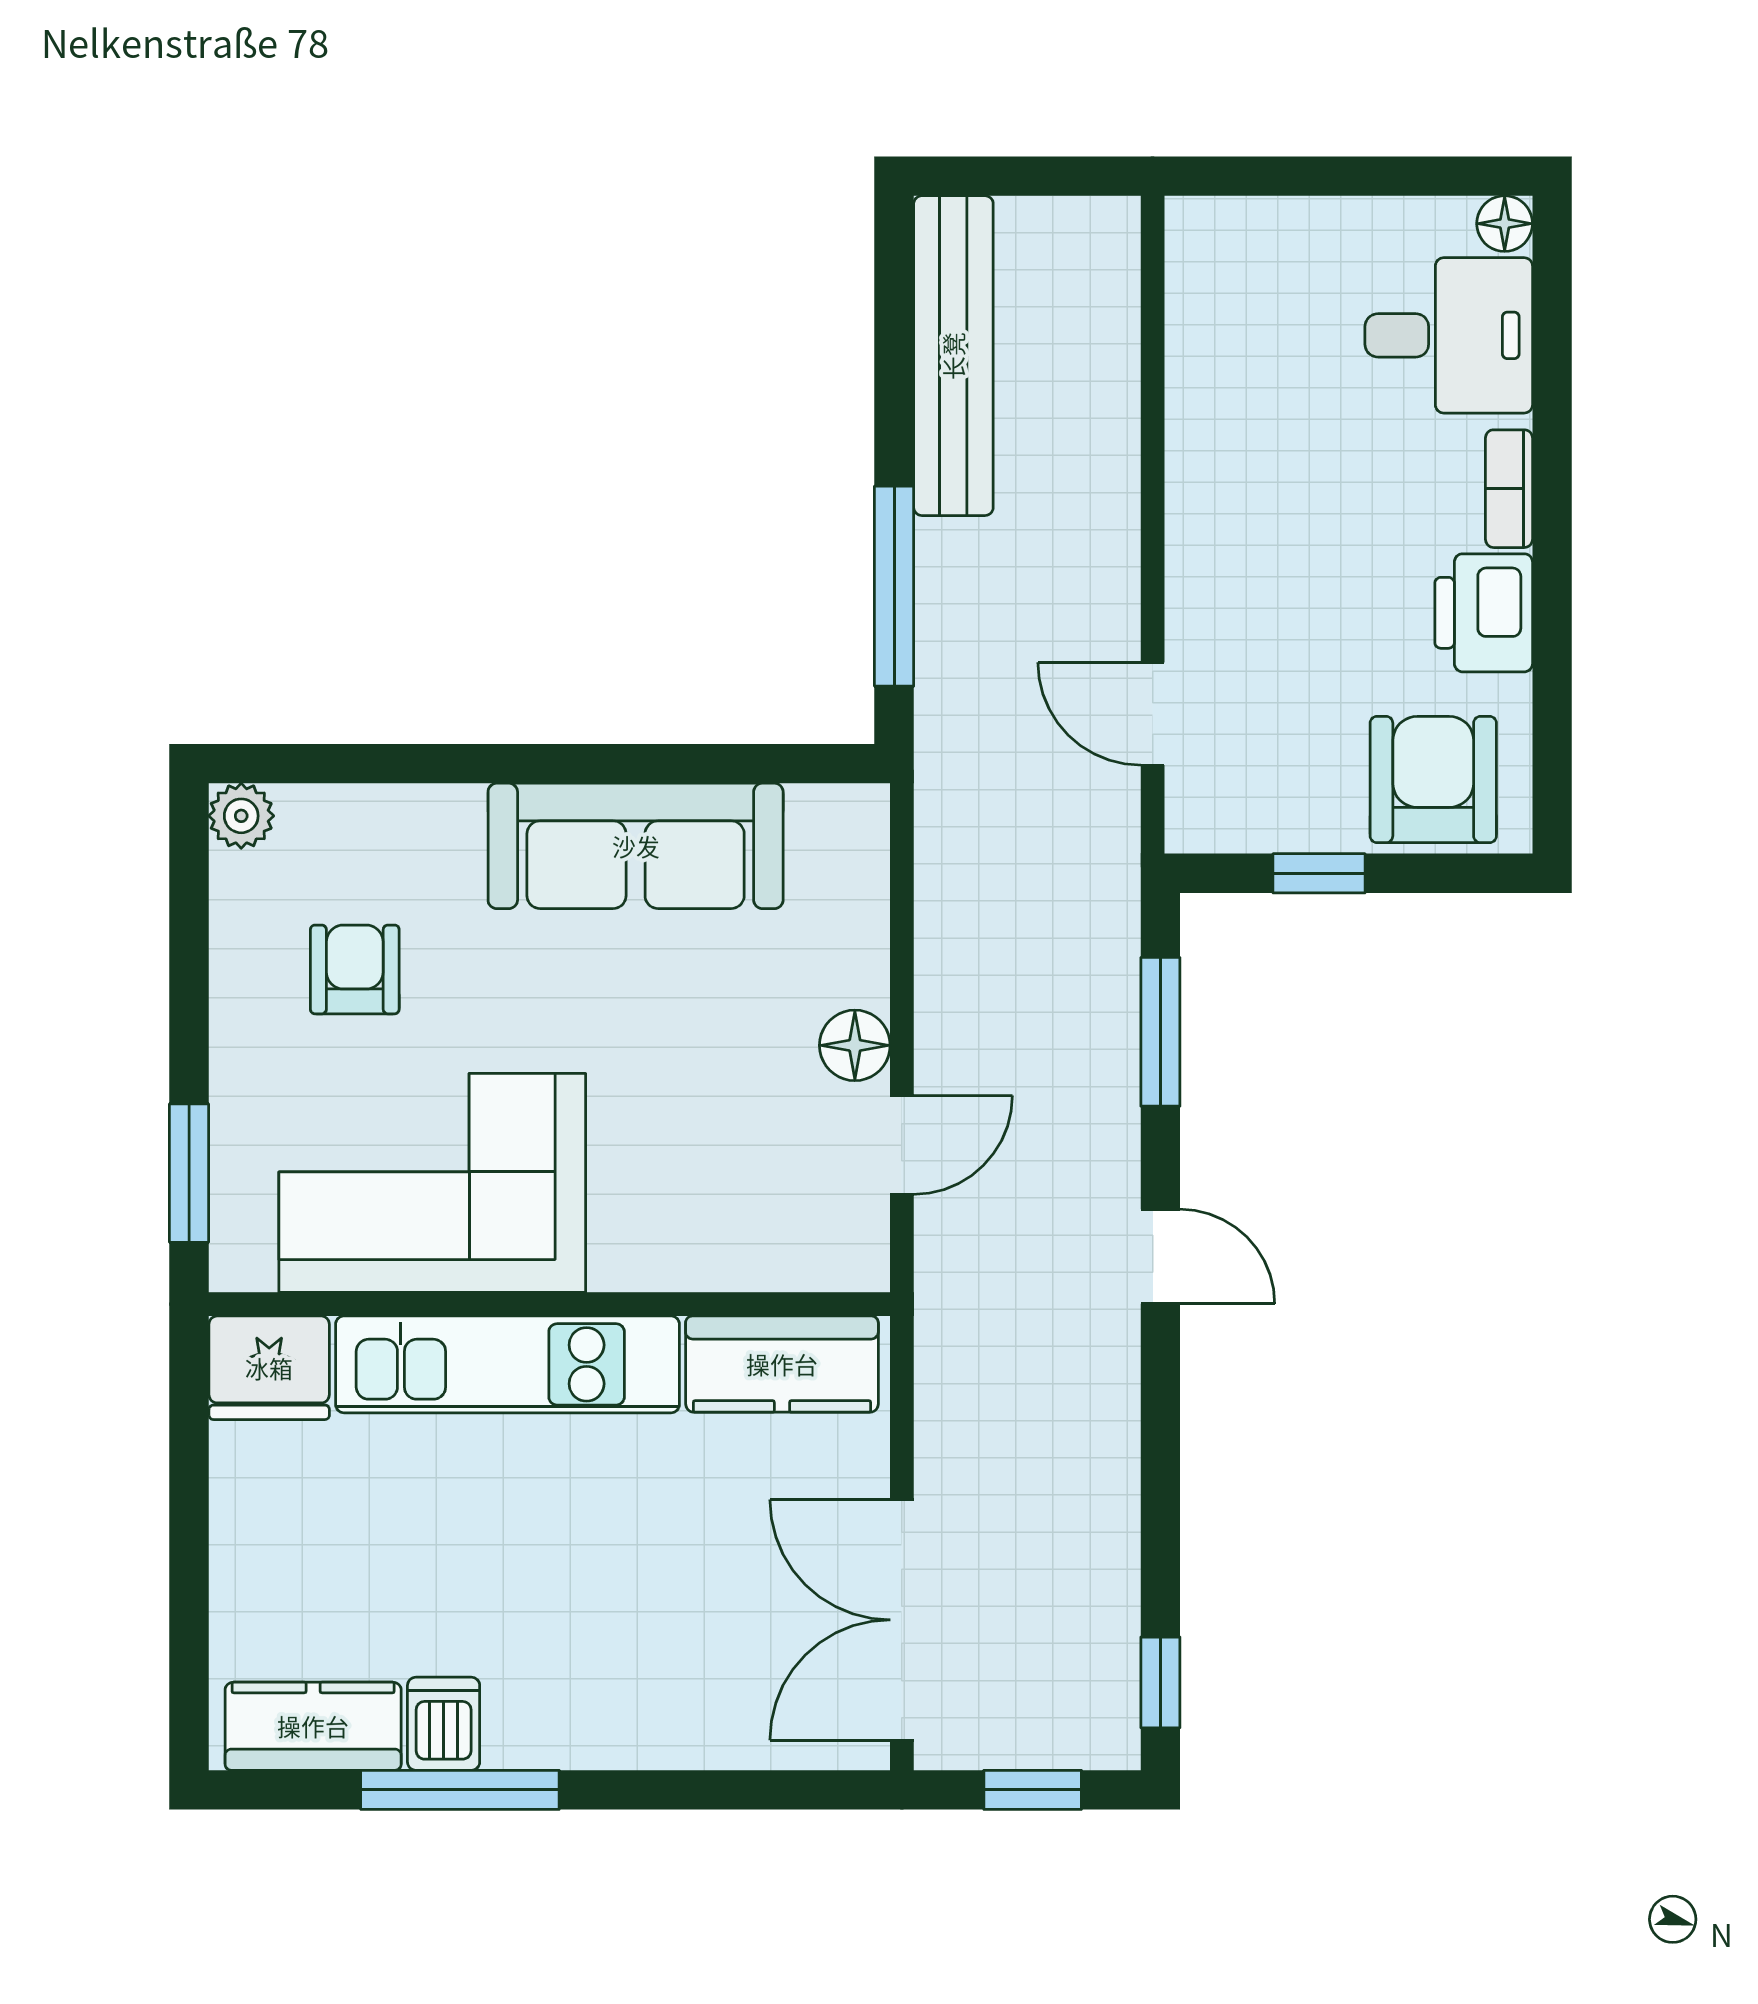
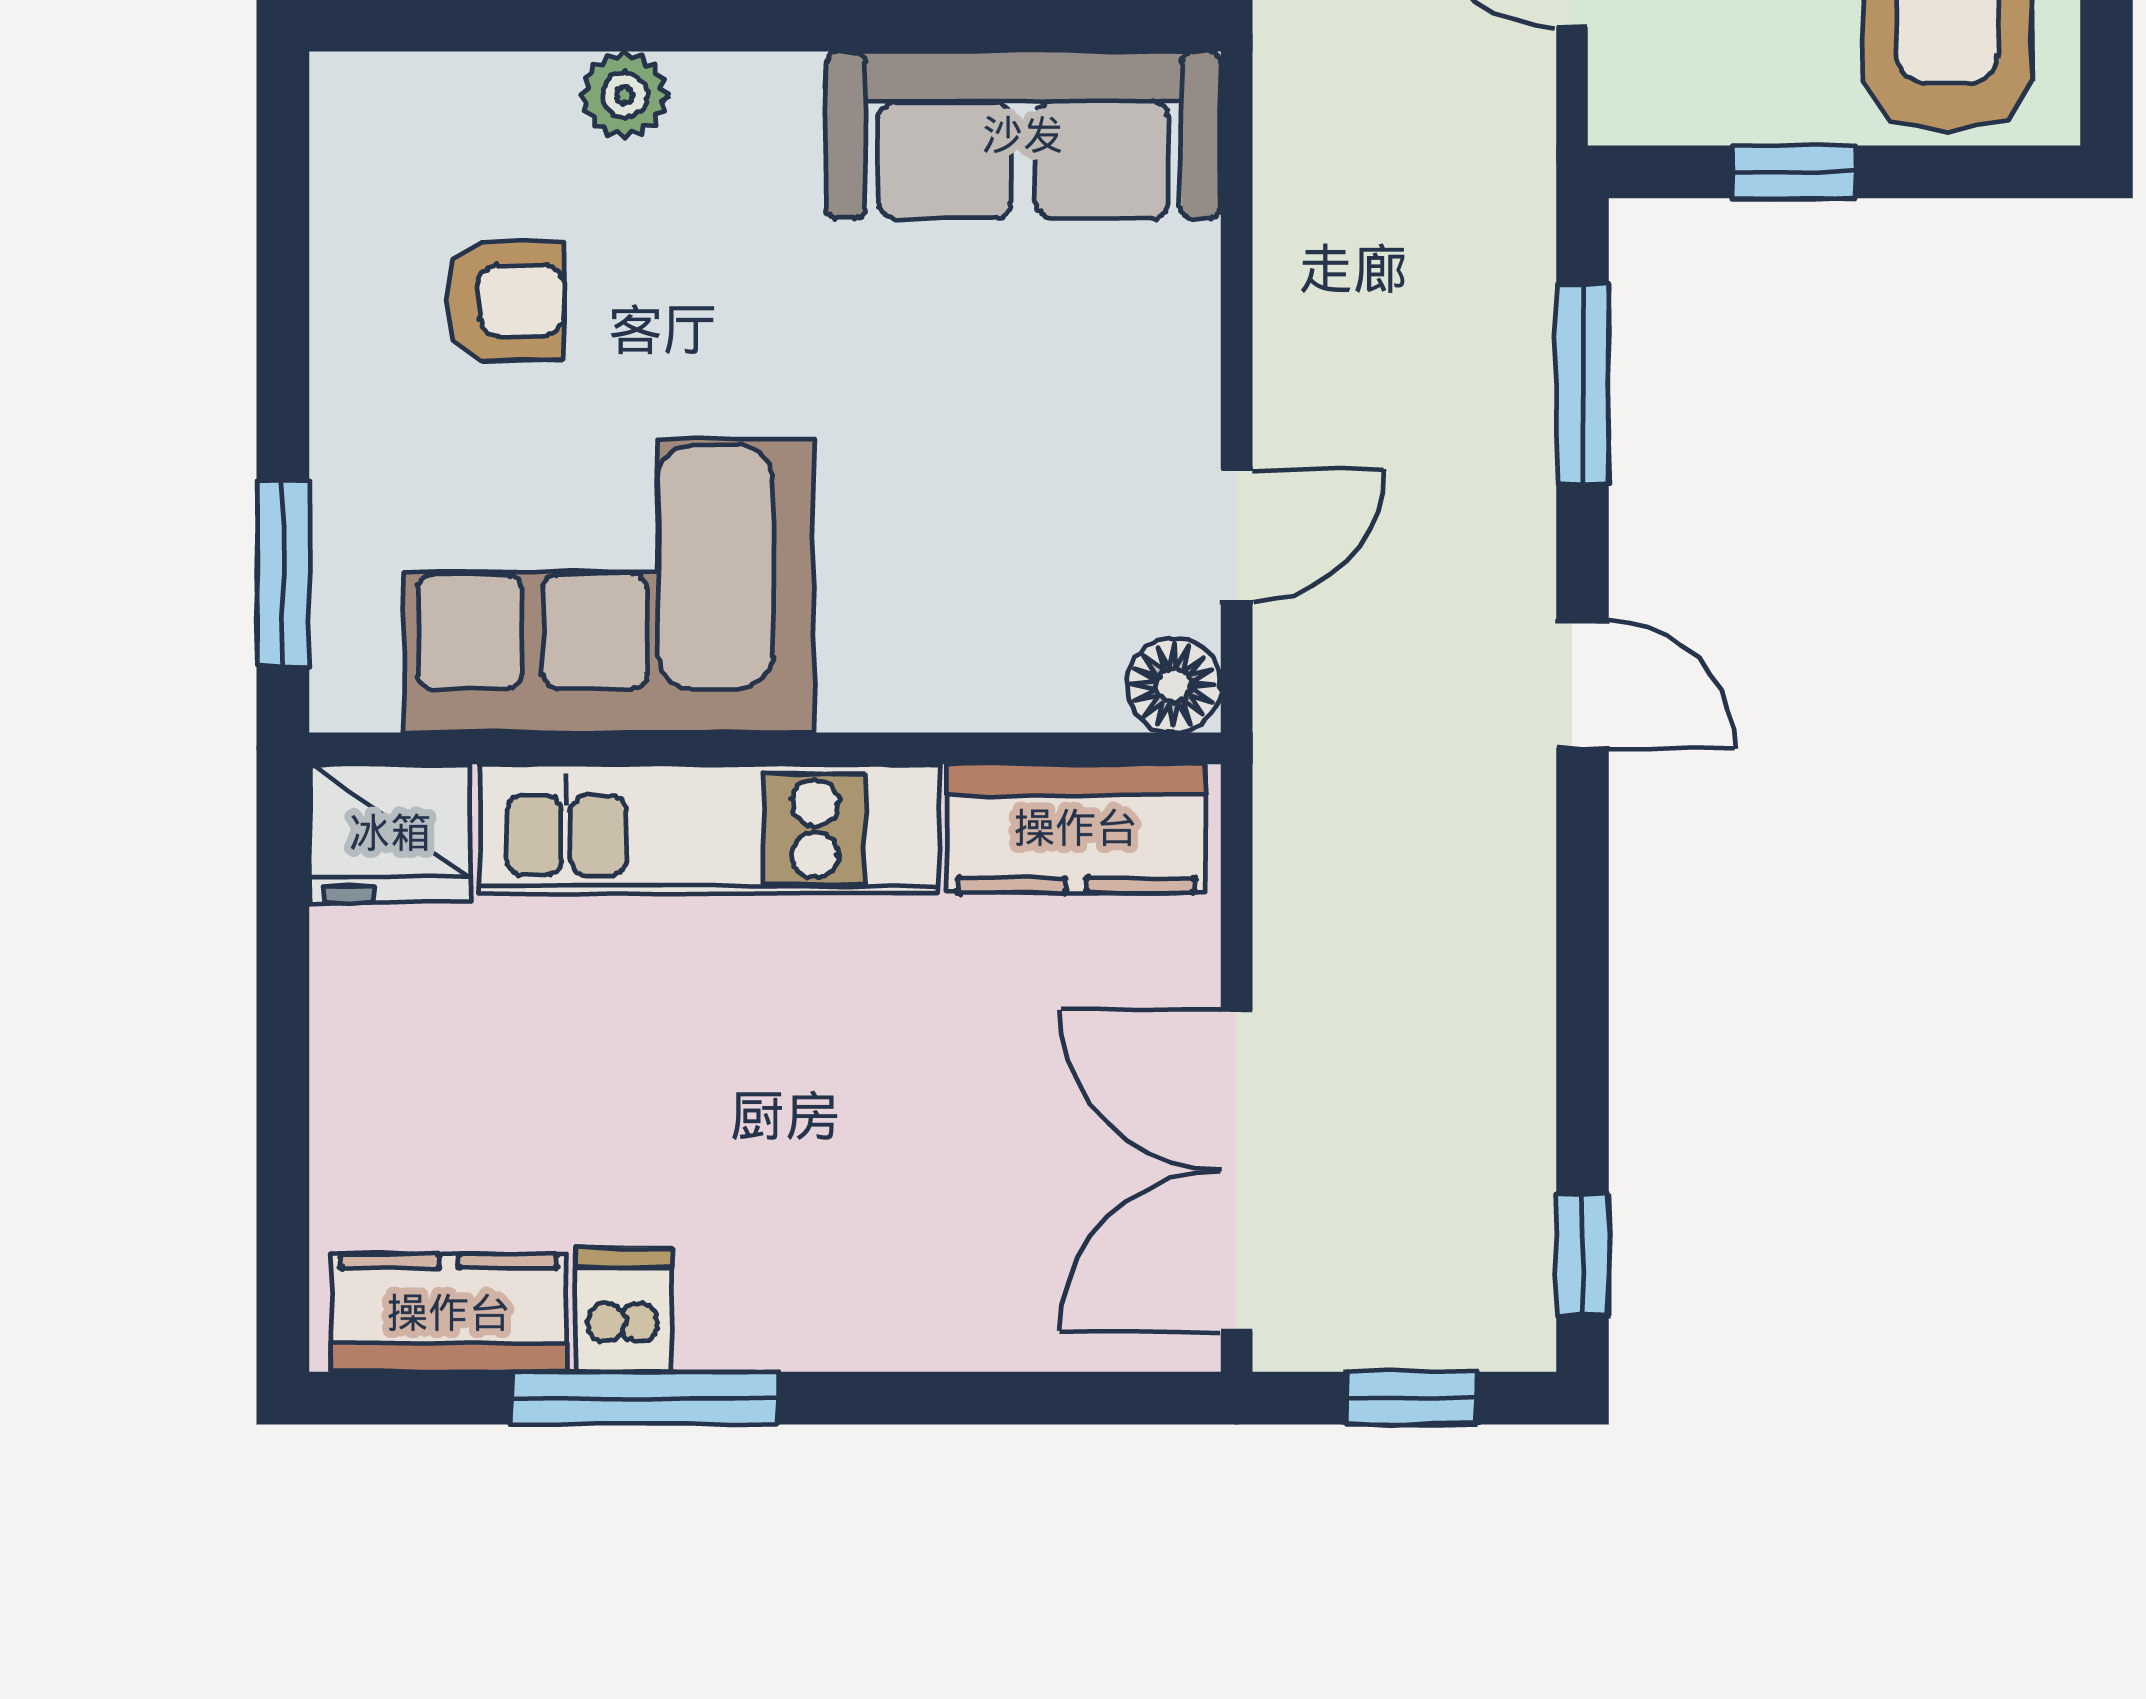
plant: (241, 816) -> (625, 95), moved
sofa: (636, 846) -> (1023, 135), moved
armchair: (355, 969) -> (505, 301), turned 90
floor lamp: (855, 1045) -> (1174, 685), moved

